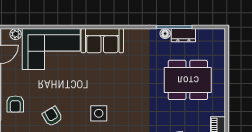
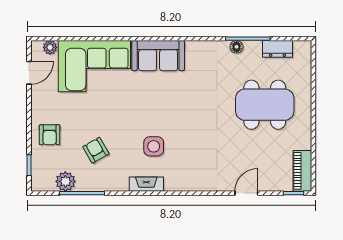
dresser: (183, 35) -> (277, 49), moved

